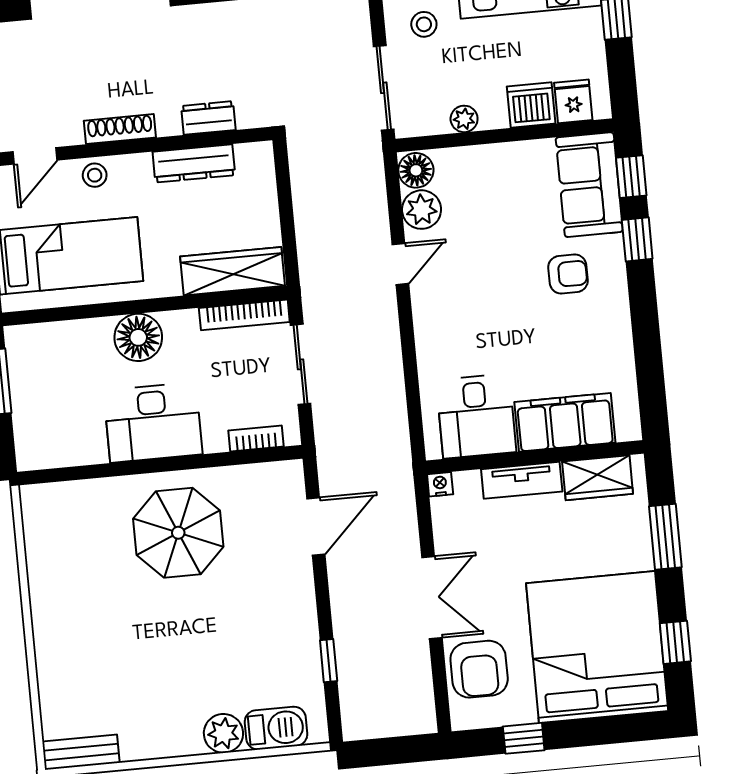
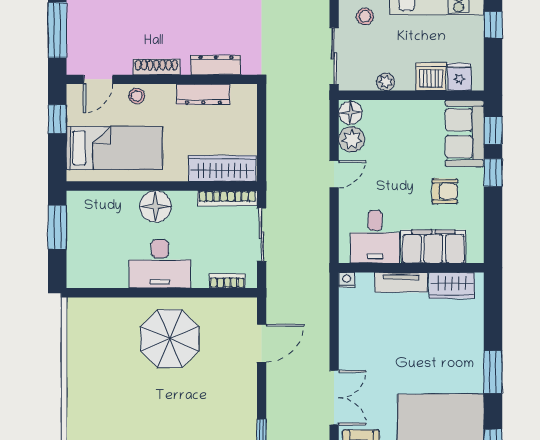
dresser: (208, 118) -> (216, 65), width x1.44
desk: (476, 416) -> (375, 237), moved
filing cabinet: (565, 422) -> (433, 246), moved
wall: (535, 457) -> (411, 268), moved
wardrobe: (598, 478) -> (452, 285), moved
tv unit: (522, 480) -> (401, 282), moved
nightstand: (440, 484) -> (347, 280), moved

